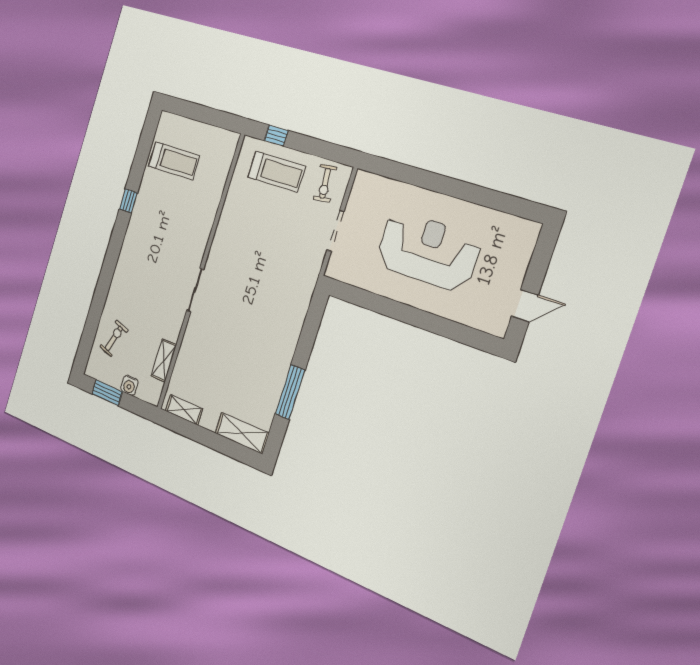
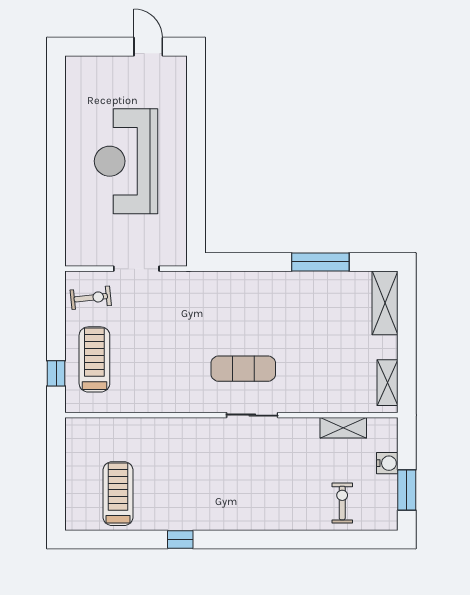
exercise mat: (231, 295) -> (243, 369), added
exercise bike: (114, 338) -> (342, 503), turned 72

